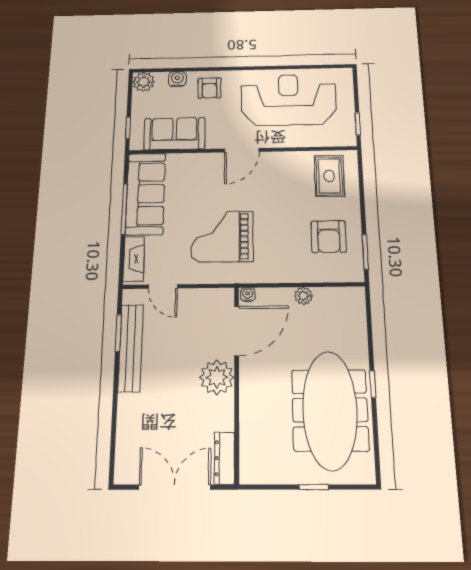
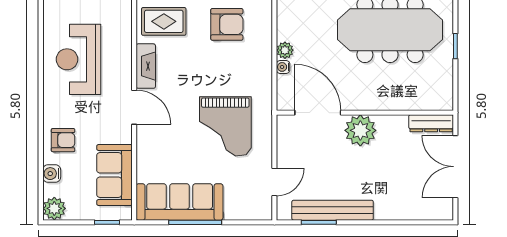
reception desk: (288, 100) -> (79, 59), width x0.74, depth x0.77
fireplace: (134, 259) -> (146, 66), moved, turned 90
water cooler: (248, 294) -> (283, 67), moved

